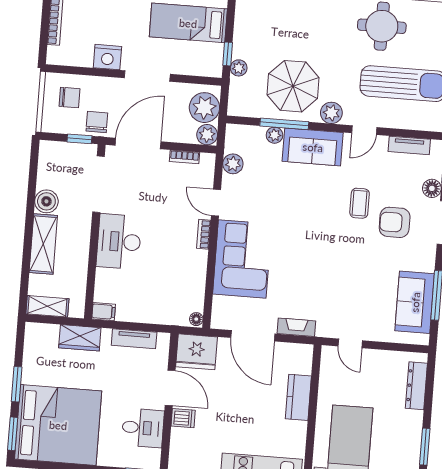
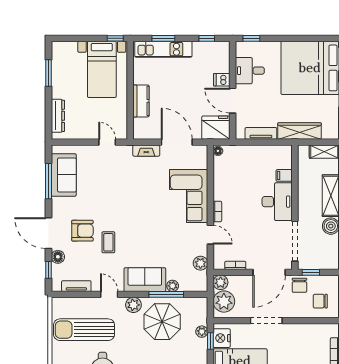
nightstand: (107, 57) -> (222, 338), moved, turned -90
door: (364, 130) -> (109, 294), hinge flipped
filing cabinet: (104, 312) -> (284, 175), moved
wardrobe: (80, 338) -> (299, 131), width x1.50

